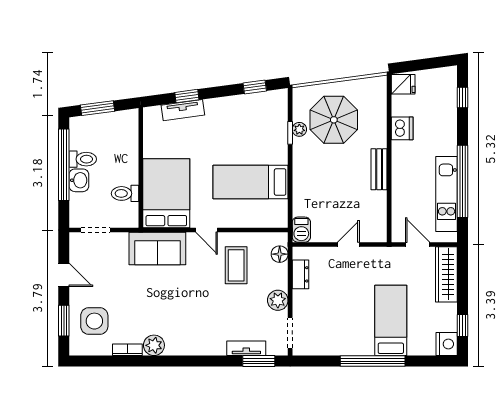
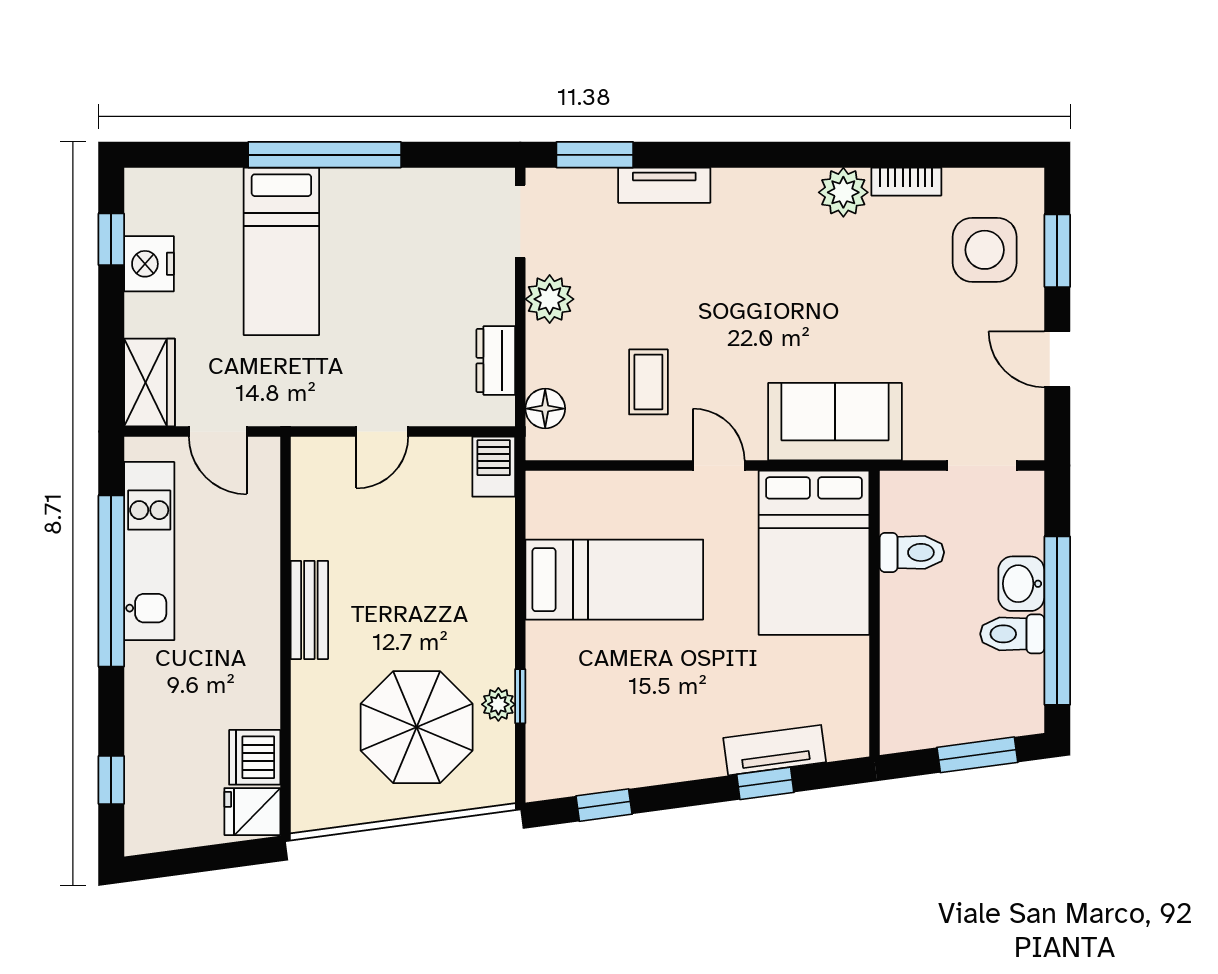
dishwasher: (402, 128) -> (255, 757), moved
coffee table: (236, 265) -> (648, 382), width x0.73, depth x0.77
wardrobe: (446, 274) -> (149, 382), width x0.67
nightstand: (447, 344) -> (149, 264), moved
tv unit: (246, 348) -> (664, 185), moved

